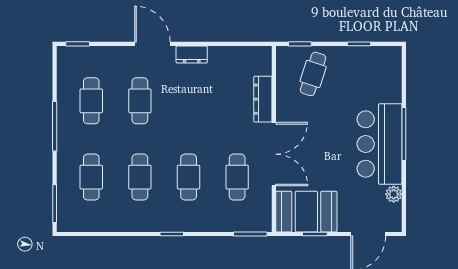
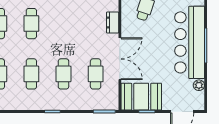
dresser: (263, 99) -> (113, 22), width x0.70
bar counter: (380, 144) -> (190, 42), width x1.36

